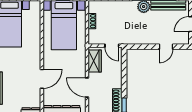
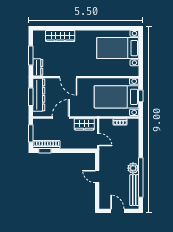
door: (112, 46) -> (98, 140), swing flipped
door: (166, 47) -> (97, 176), moved

